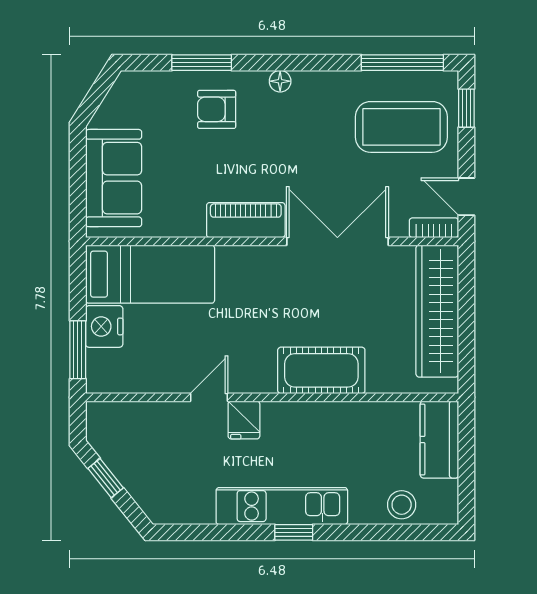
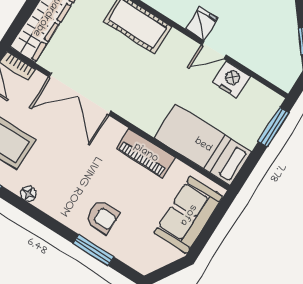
floor lamp: (280, 81) -> (28, 194), moved
piano: (246, 220) -> (146, 153), moved
nightstand: (104, 326) -> (231, 79), moved, turned -90

